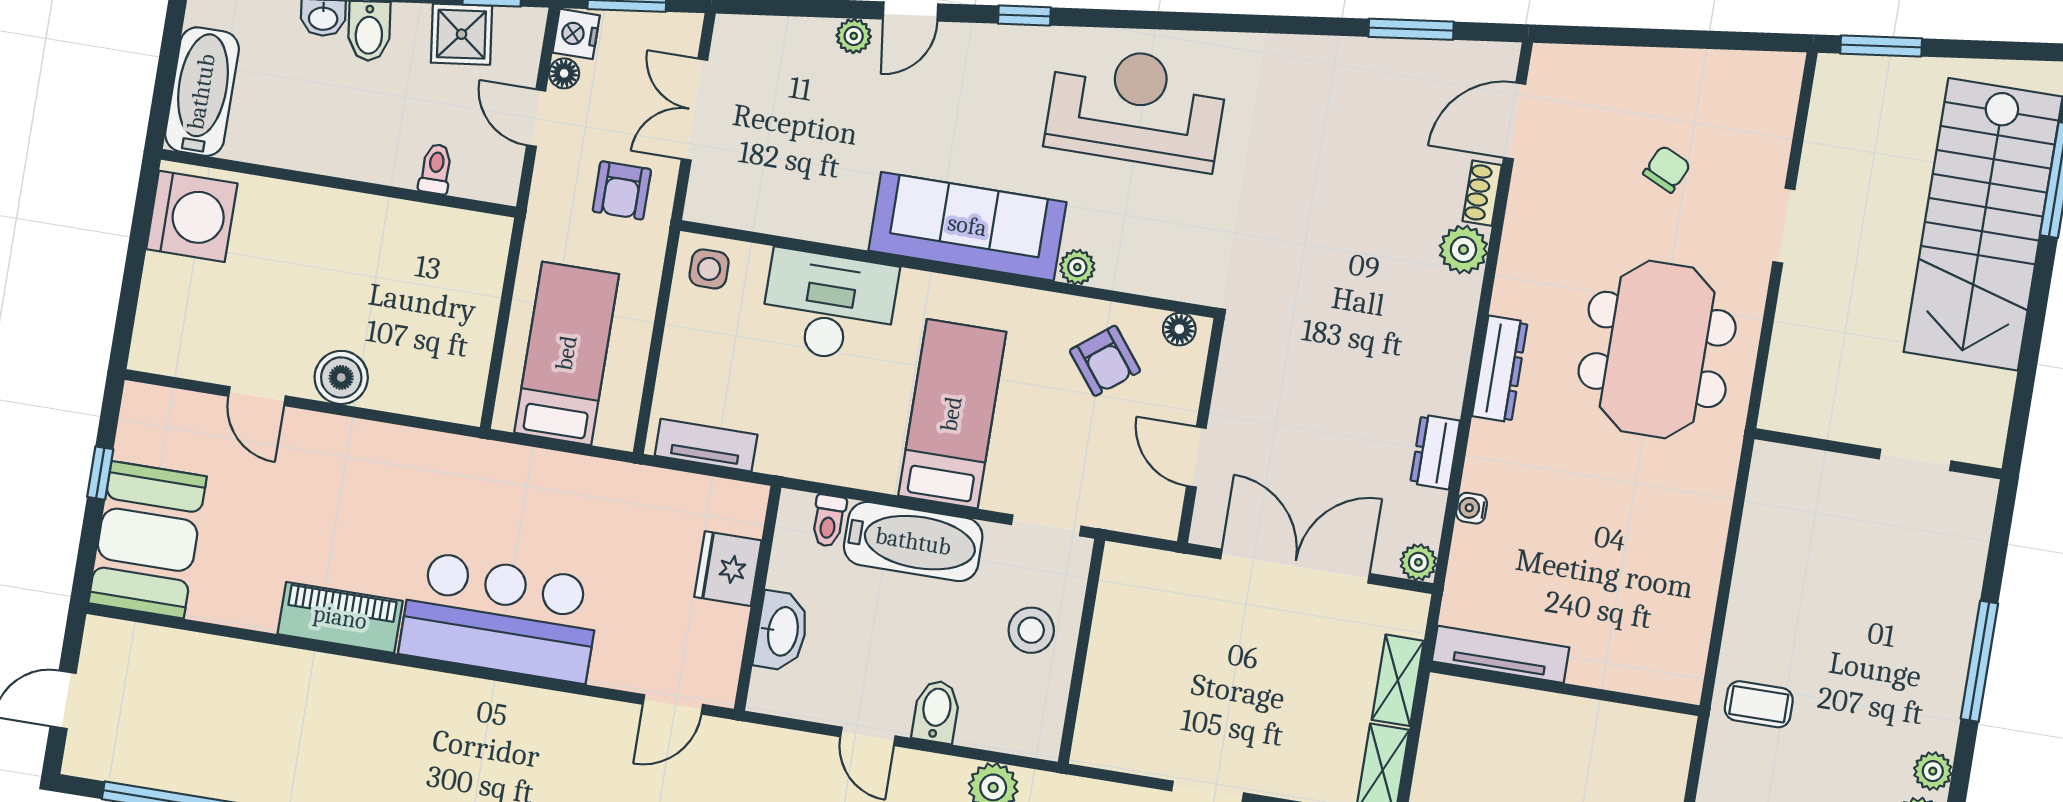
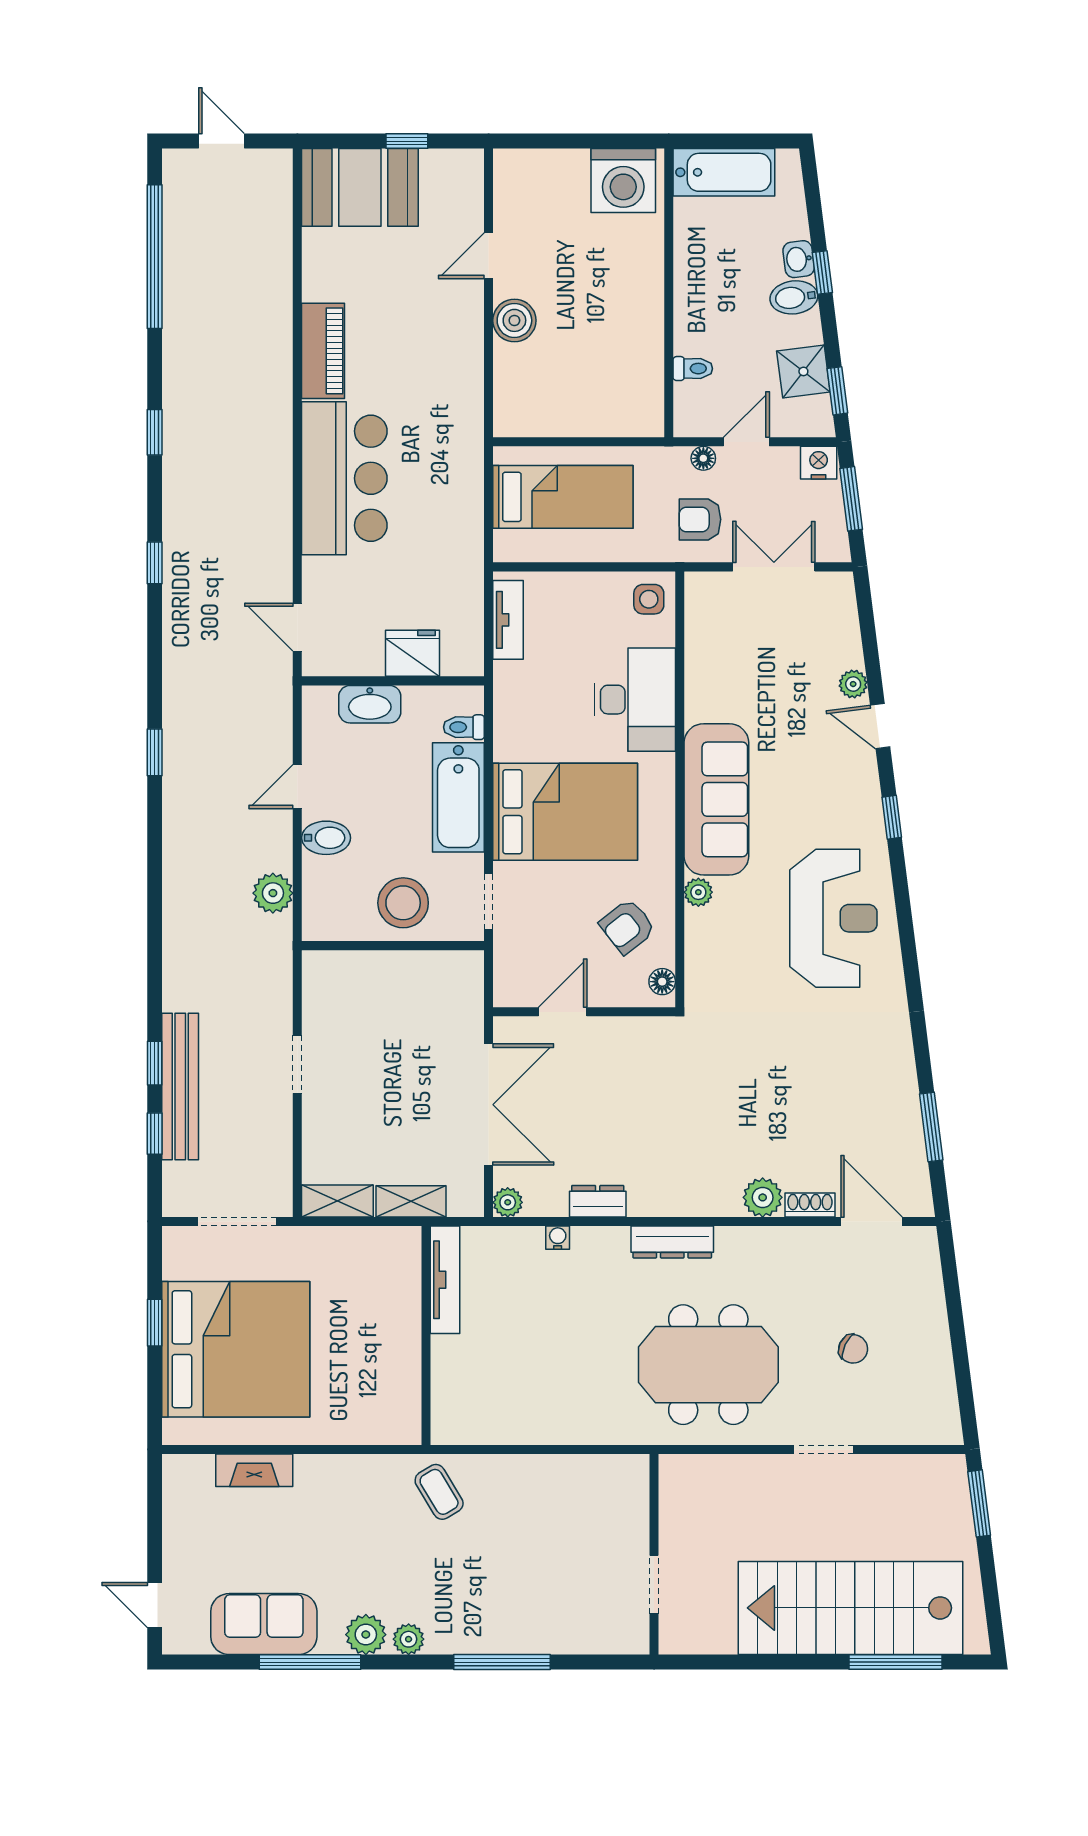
floor lamp: (564, 73) -> (703, 458), moved
bed: (952, 414) -> (565, 812), width x1.50
stool: (1031, 630) -> (403, 903), width x1.38, depth x1.38
coffee table: (1759, 704) -> (439, 1492), turned -31

